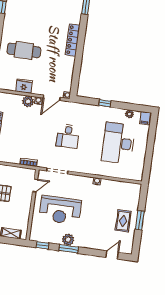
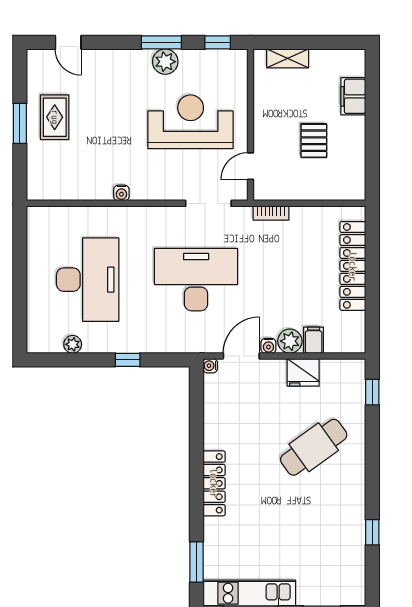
cafe table: (24, 50) -> (314, 447), turned -36
filing cabinet: (145, 118) -> (314, 340), moved
desk: (68, 136) -> (196, 280), width x1.87, depth x1.30
door: (112, 255) -> (68, 42), hinge flipped

